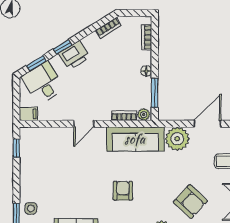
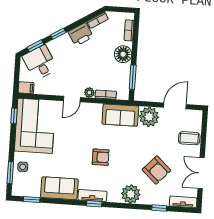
printer: (74, 55) -> (81, 34), moved
floor lamp: (146, 71) -> (123, 54), width x1.89, depth x1.89
plant: (144, 115) -> (89, 93), moved
sofa: (135, 139) -> (120, 115), width x0.73
corner sofa: (42, 159) -> (35, 126), added
armchair: (123, 191) -> (101, 157), turned 90

